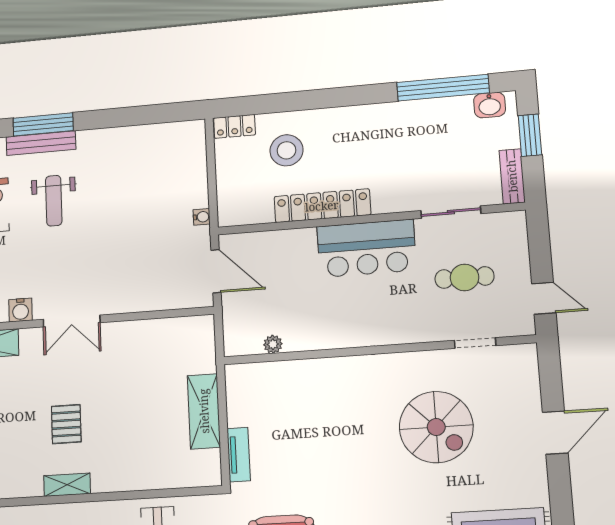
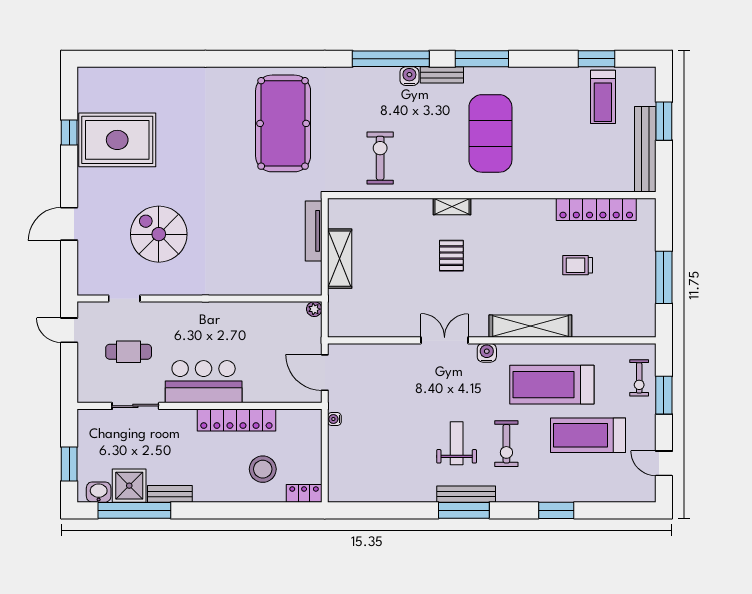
shower: (452, 116) -> (129, 486), added
bench: (512, 176) -> (170, 494), moved, turned 90
plant: (273, 344) -> (314, 309), moved
tv unit: (239, 455) -> (314, 231), width x1.41

